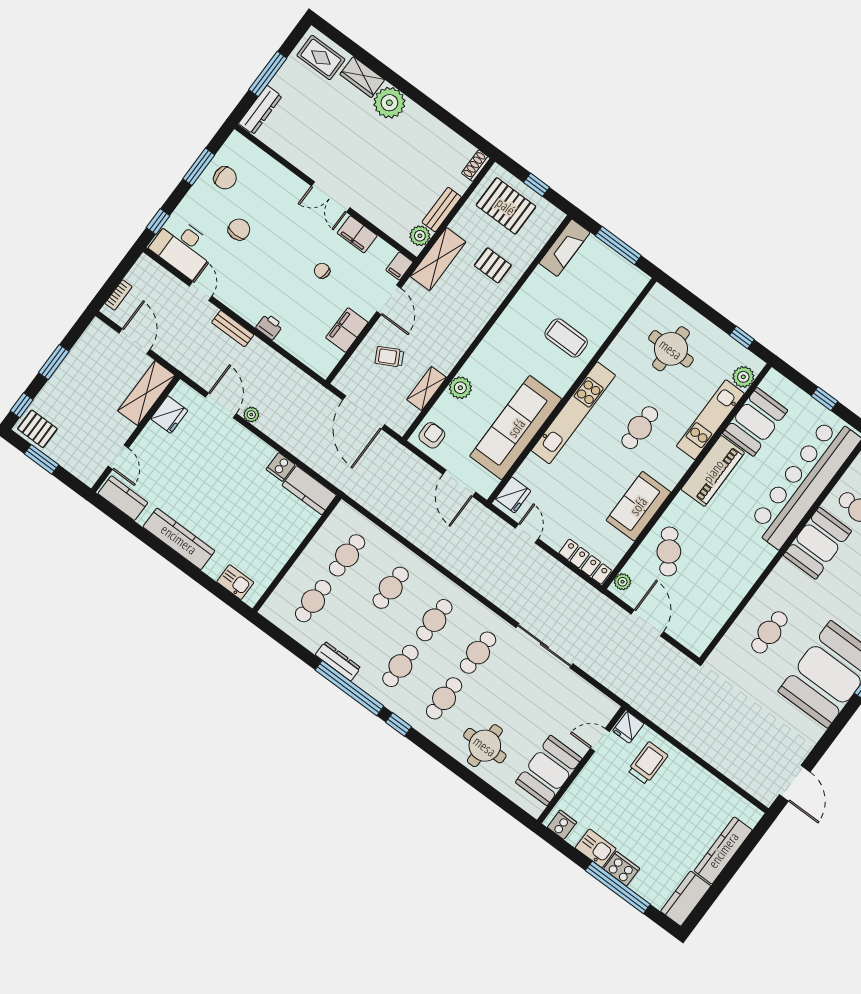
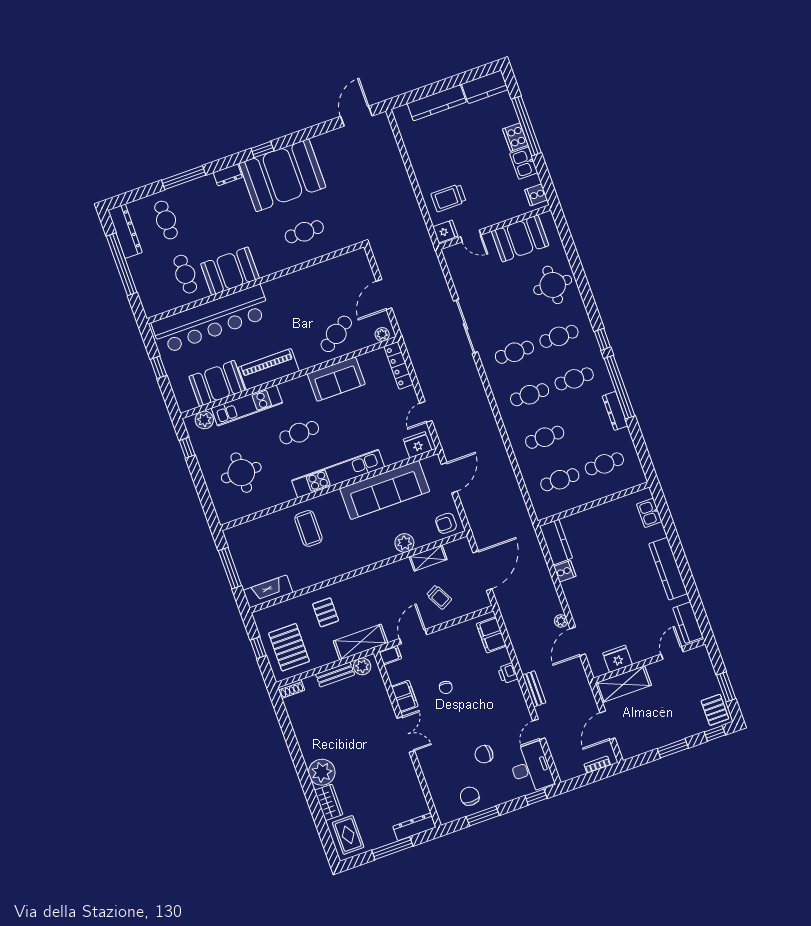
filing cabinet: (347, 330) -> (491, 635), moved, turned 90

